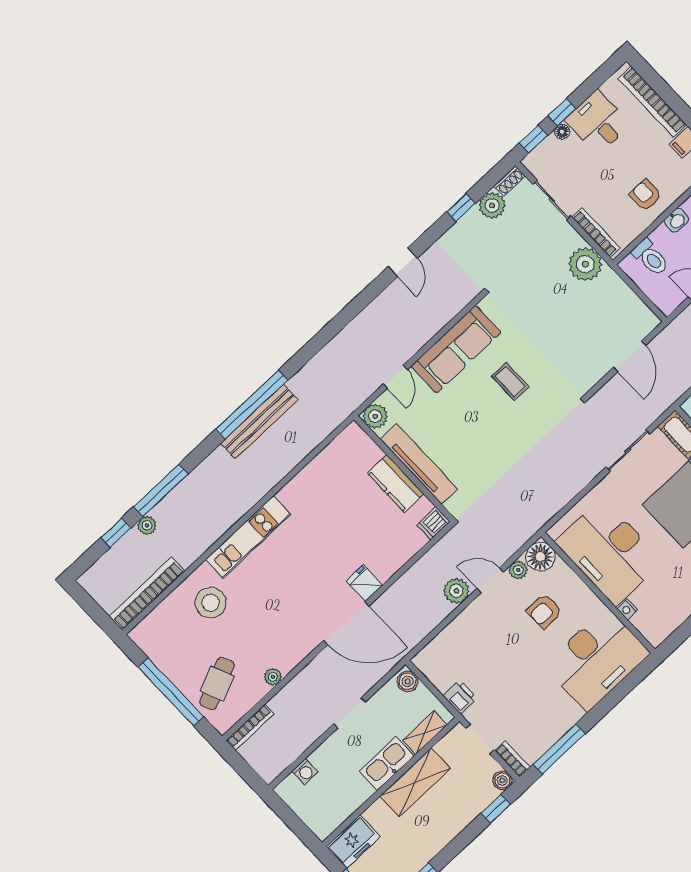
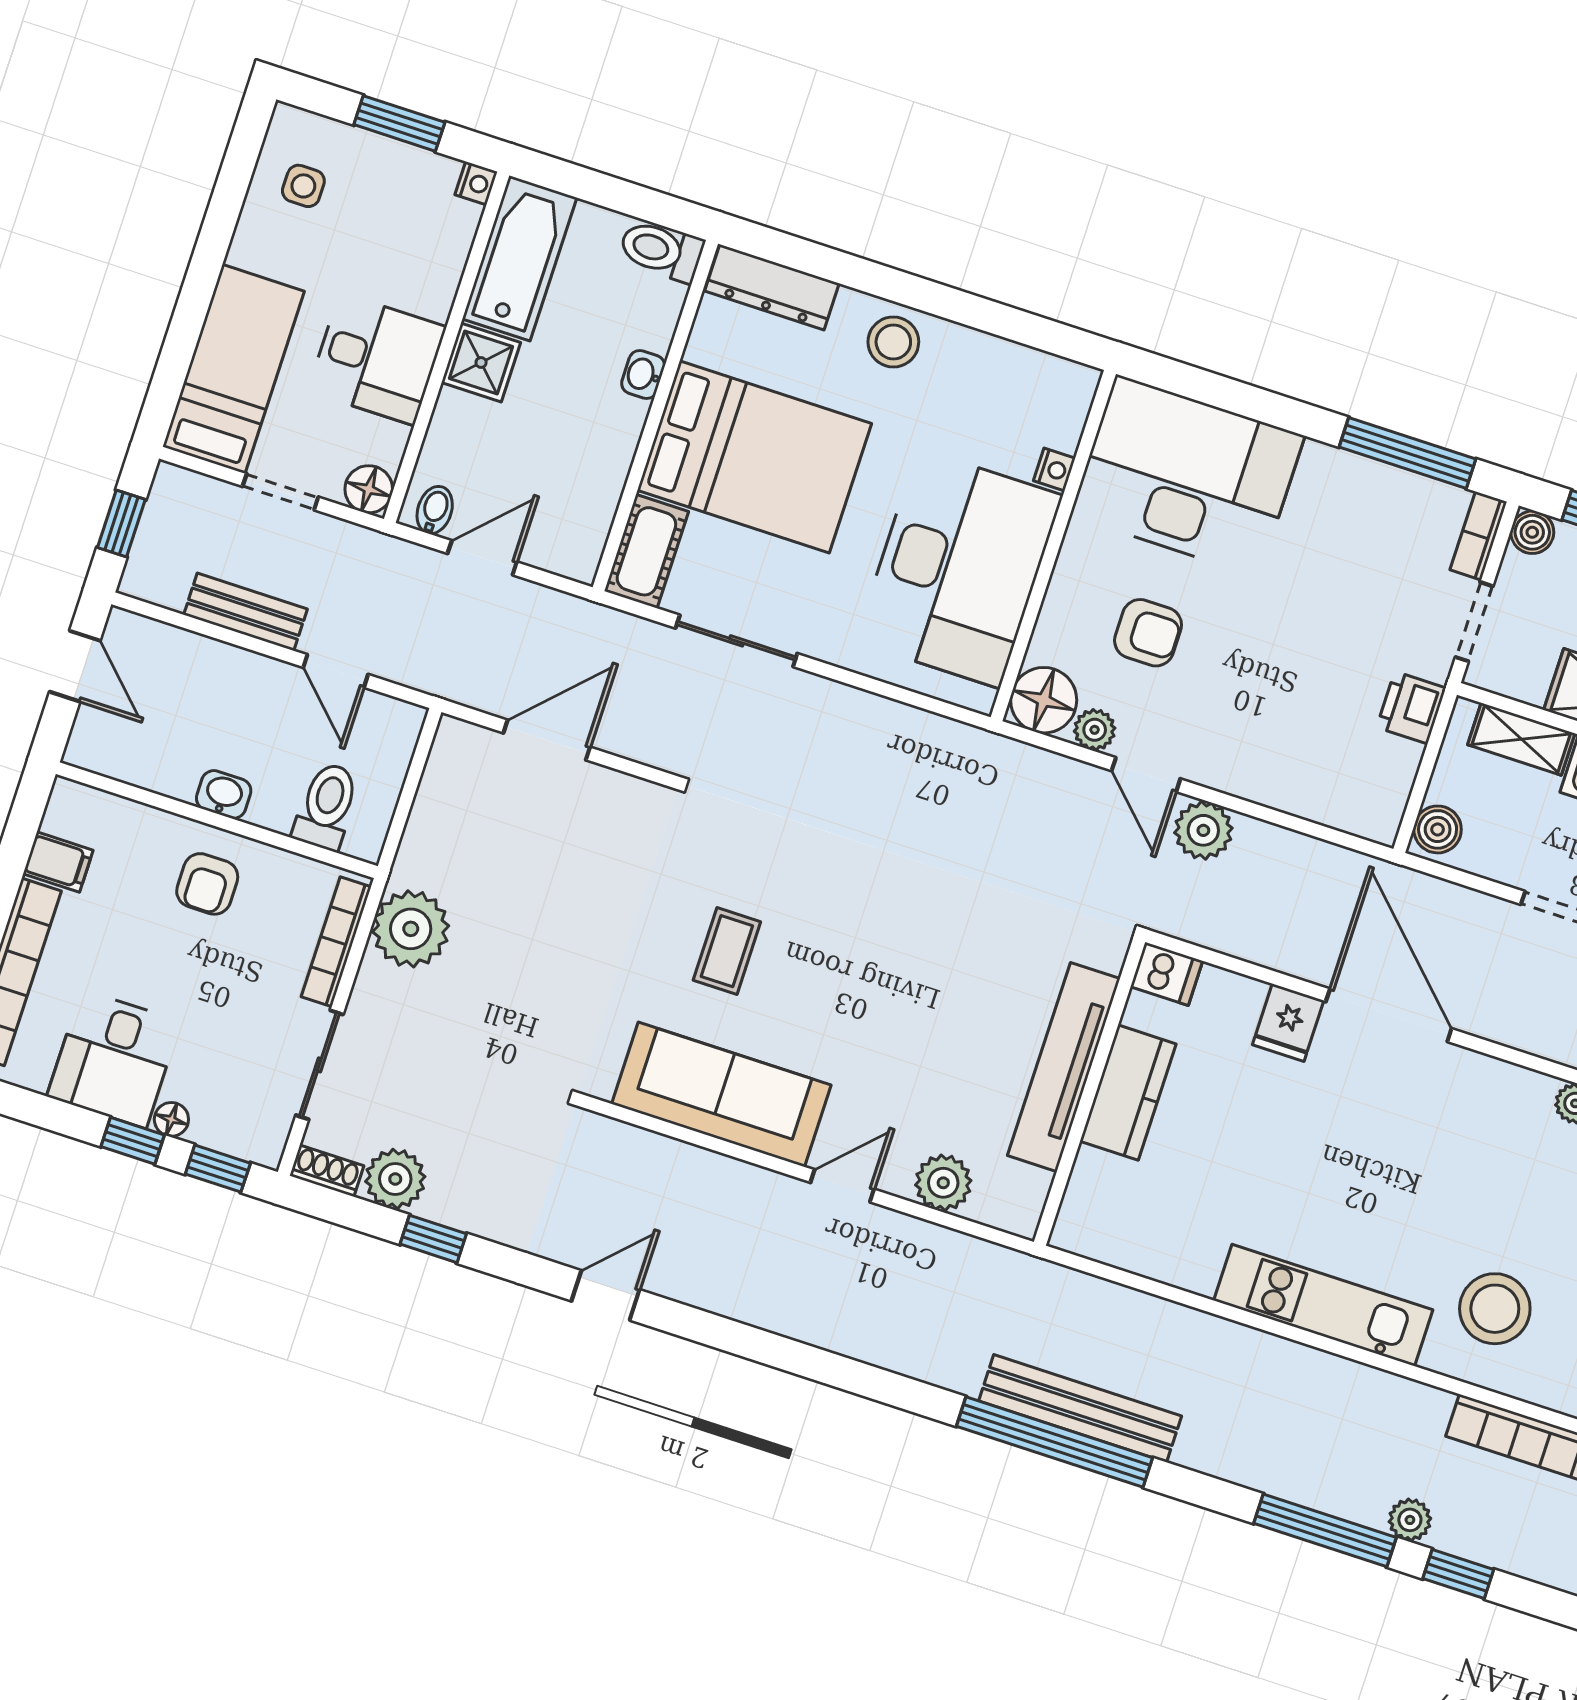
tv unit: (419, 464) -> (1064, 1067), moved
wall: (404, 469) -> (1089, 1092), moved
kitchen counter: (396, 483) -> (1128, 1093), moved
dishwasher: (433, 523) -> (1167, 974), moved

